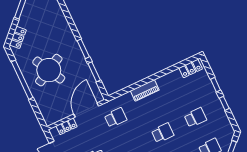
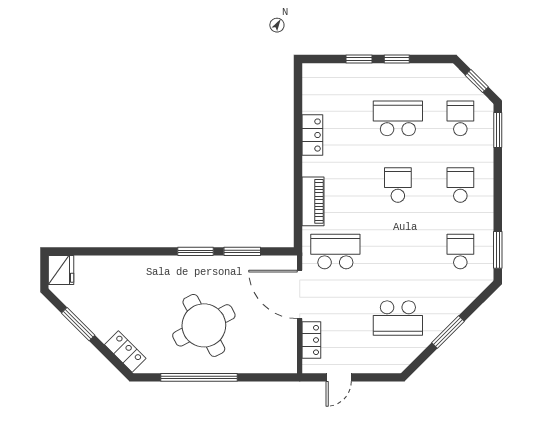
locker: (191, 68) -> (312, 135), moved
piano: (145, 90) -> (313, 201), moved
school desk: (115, 118) -> (335, 252), width x1.85
school desk: (195, 118) -> (398, 118), width x1.85

